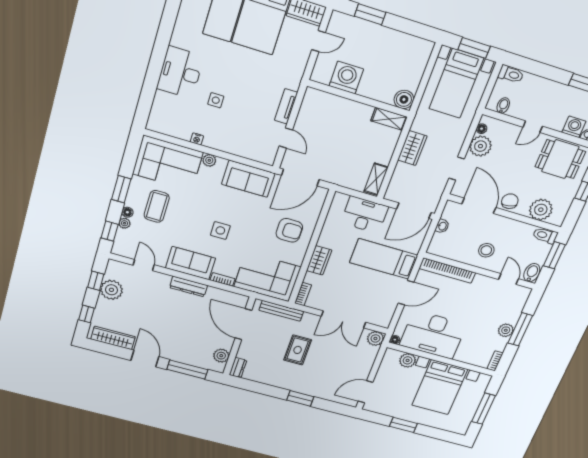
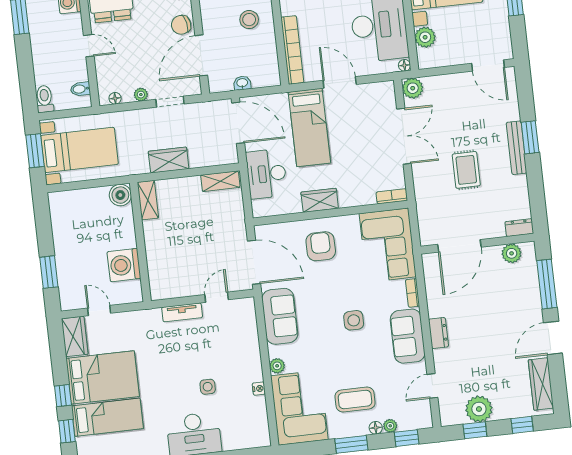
plant: (480, 146) -> (141, 95), width x0.53, depth x0.53
wardrobe: (319, 260) -> (320, 200), moved
dresser: (188, 286) -> (438, 333), width x0.70
bench: (281, 311) -> (517, 148), moved
rug: (298, 350) -> (466, 170), turned 90

